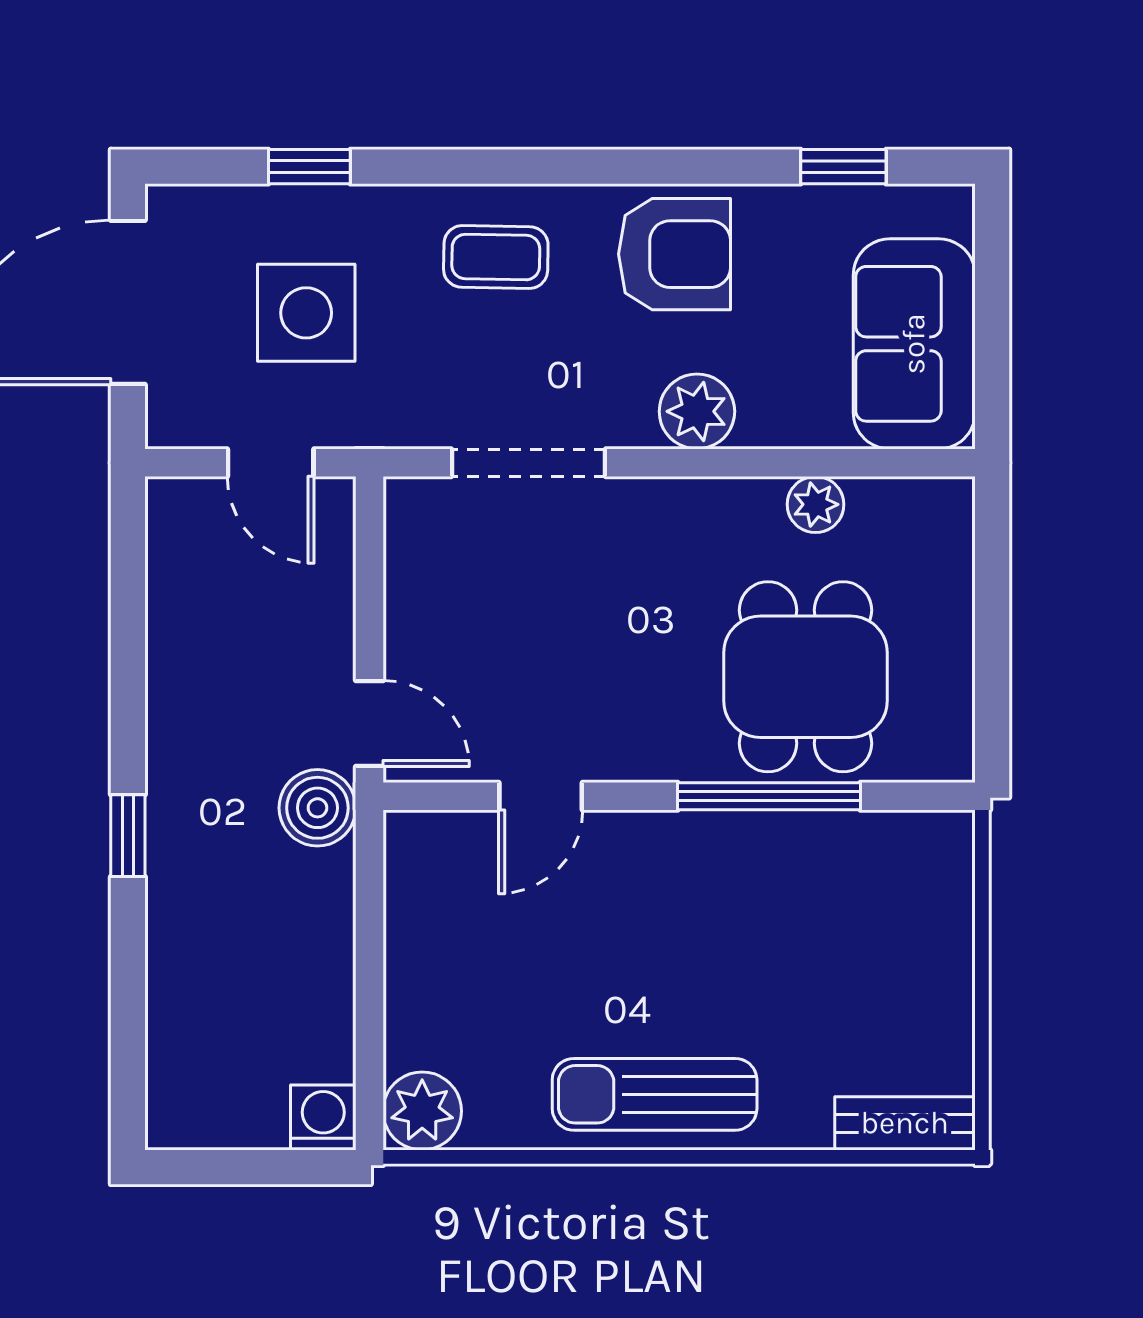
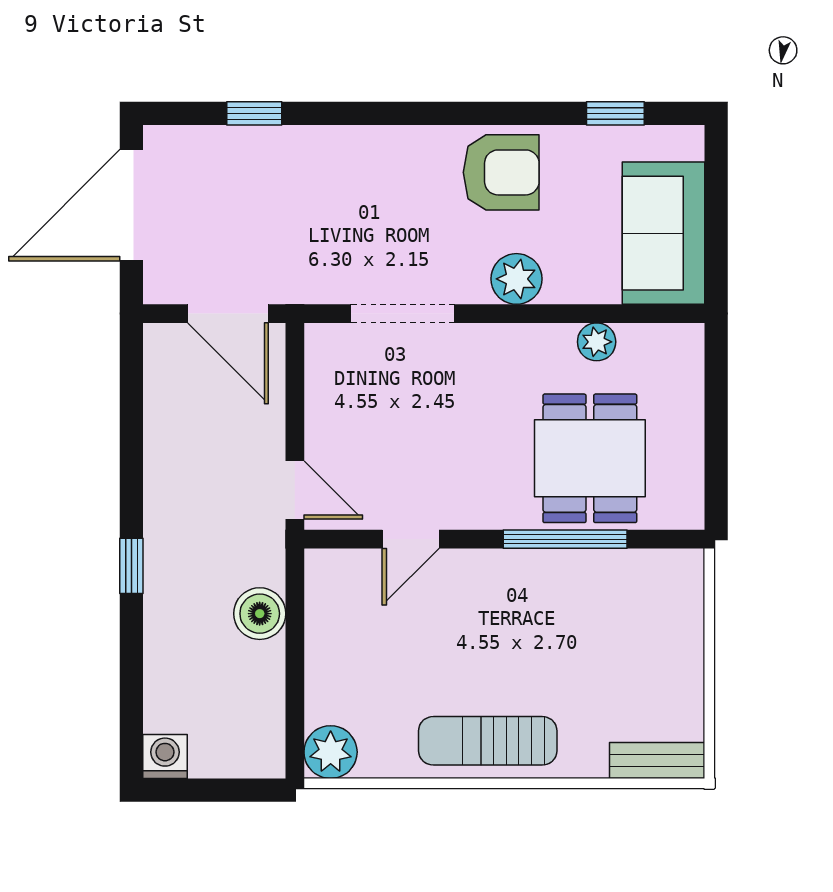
coffee table: (496, 257) -> (380, 174), removed
side table: (306, 313) -> (252, 212), removed
door: (271, 463) -> (228, 314), width x1.38
boiler: (317, 808) -> (260, 614), moved
washing machine: (323, 1117) -> (165, 756), moved

